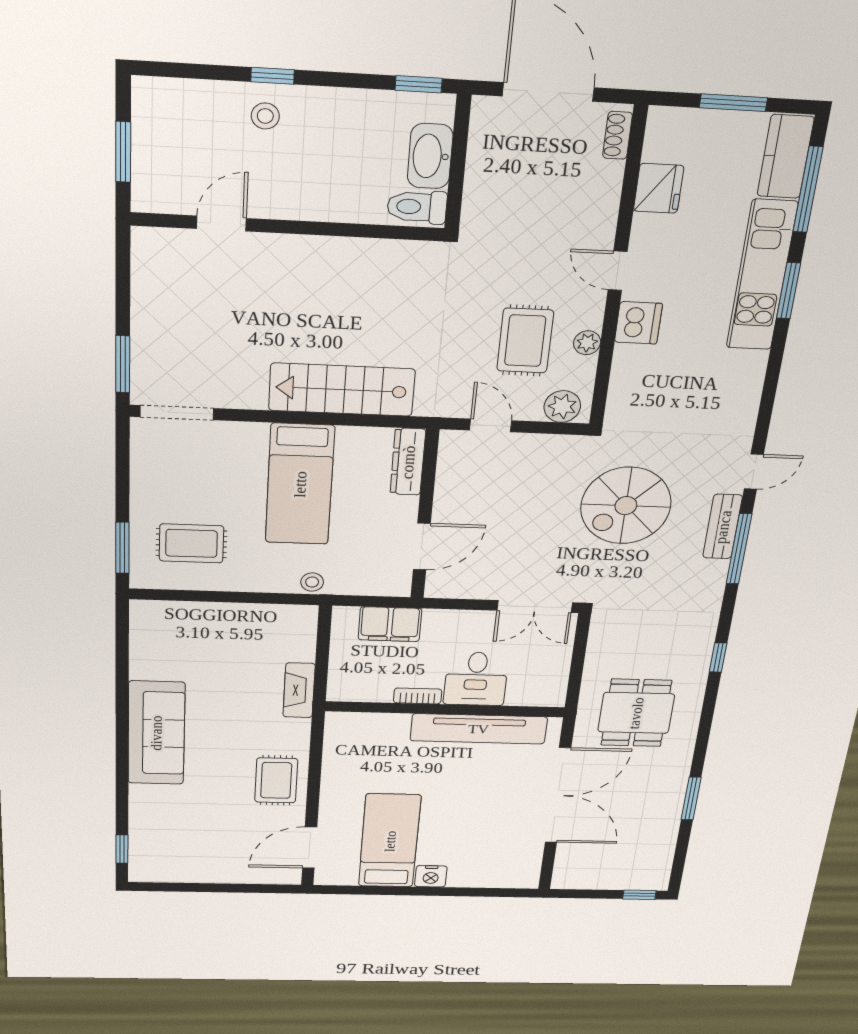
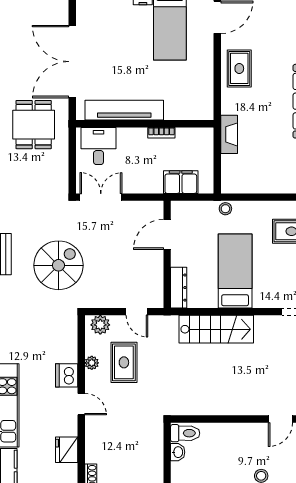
washbasin: (430, 156) -> (178, 452), width x0.52, depth x0.69
desk: (476, 679) -> (99, 146), moved

